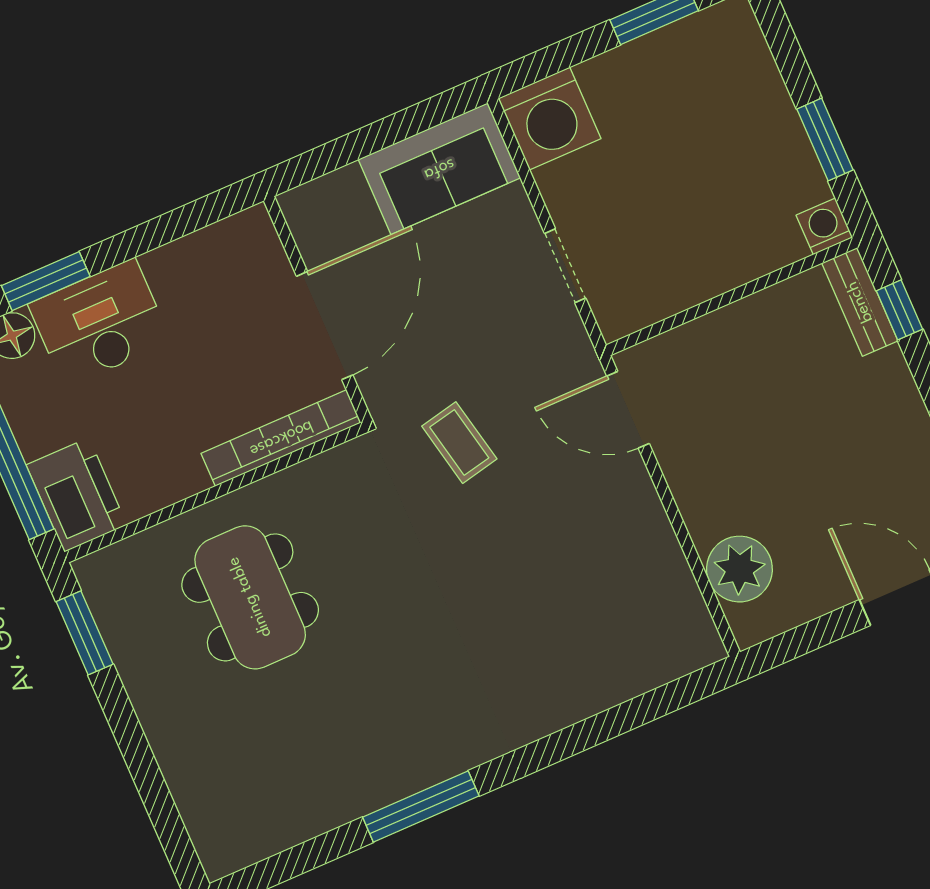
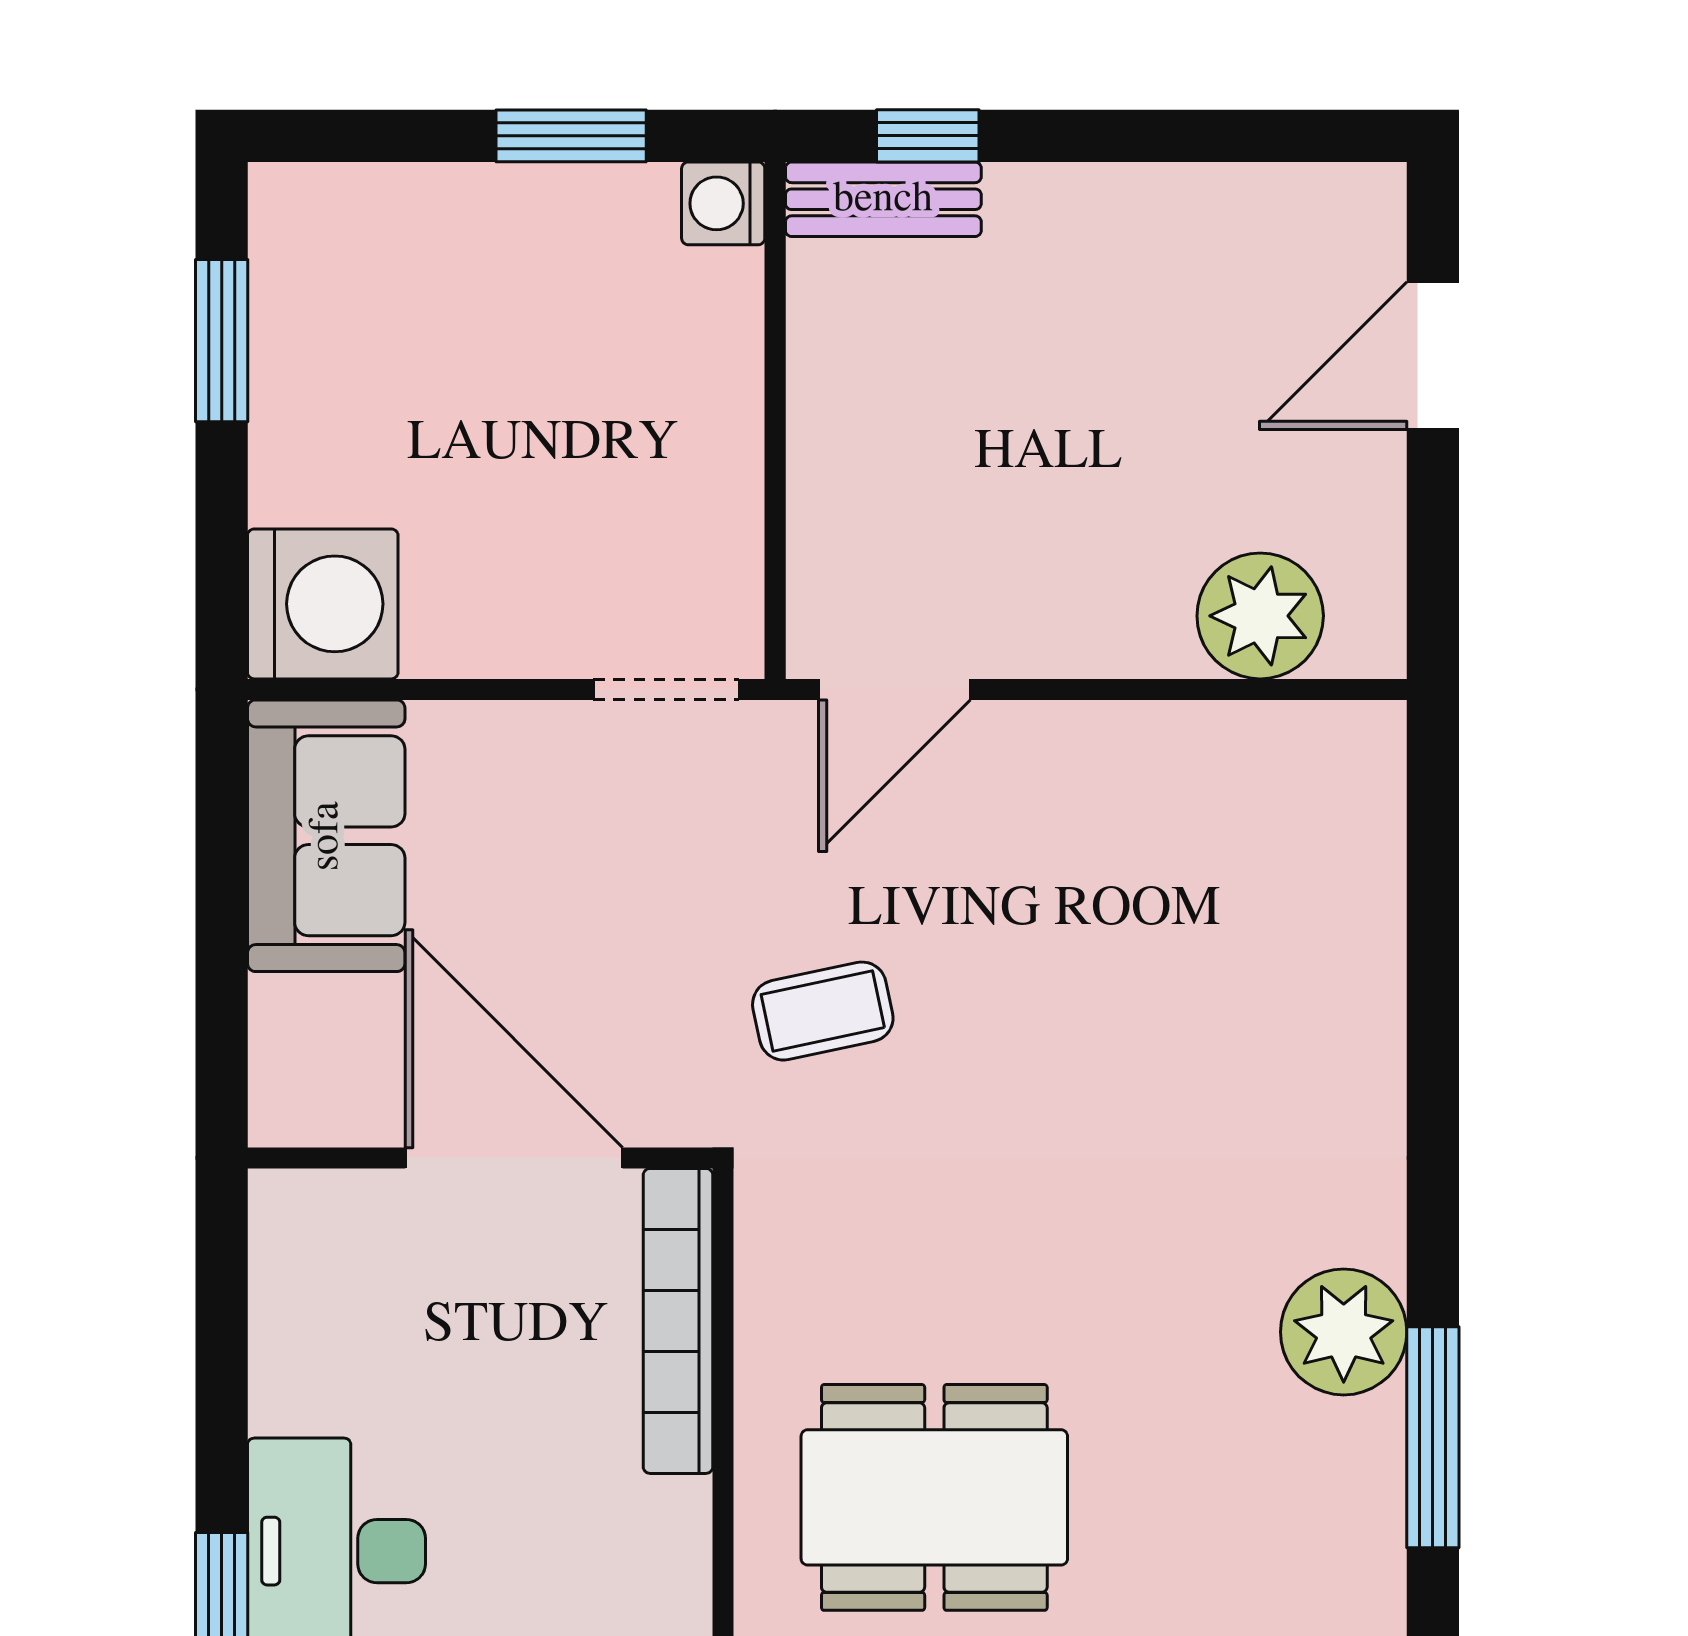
doorway: (565, 266) -> (666, 689), moved
plant: (415, 758) -> (1344, 1332), added
window: (421, 807) -> (1433, 1437), moved

